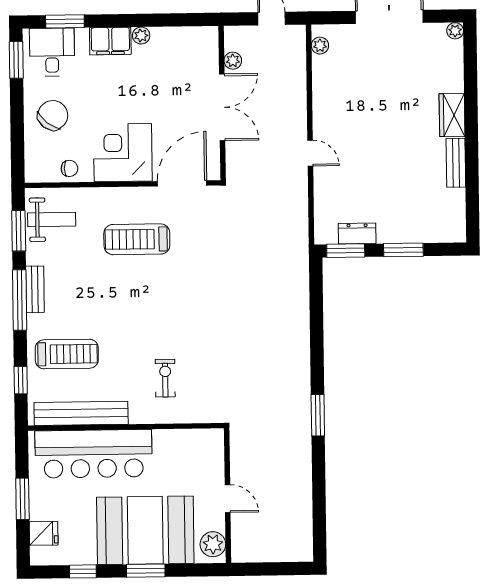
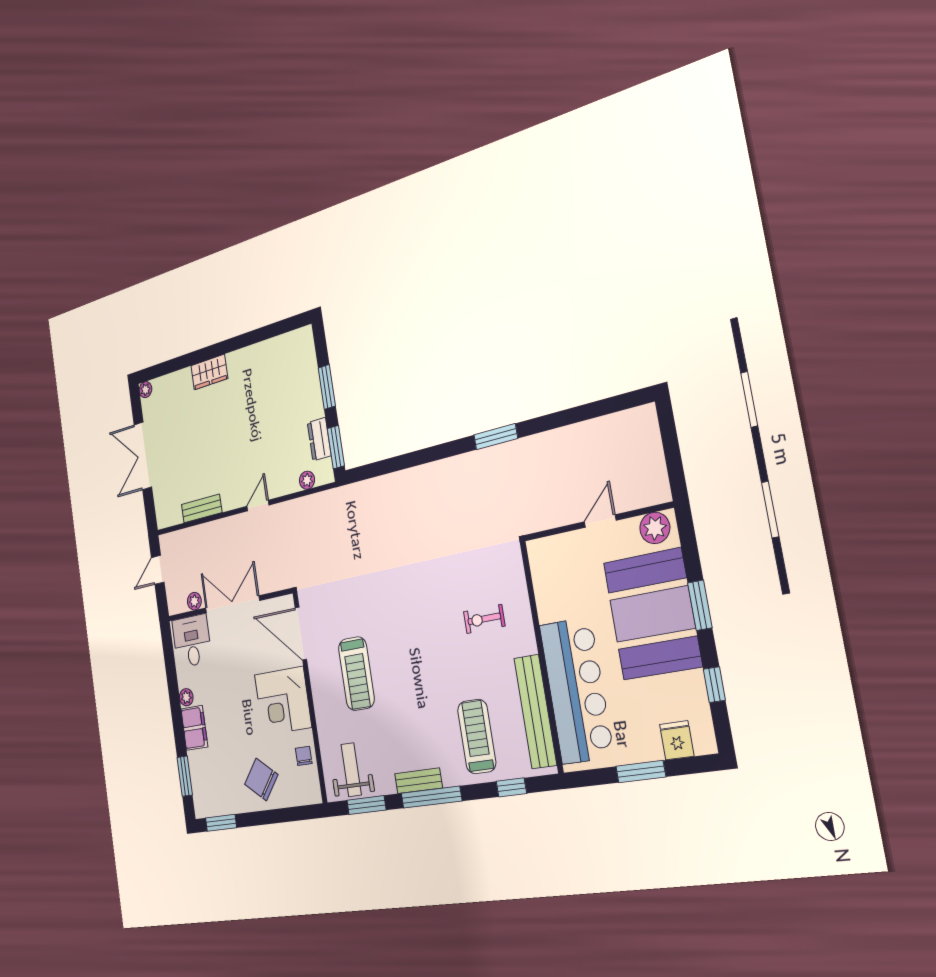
plant: (320, 46) -> (307, 480), moved
desk: (52, 52) -> (192, 641), moved, turned 90
bench: (456, 163) -> (202, 508), moved

